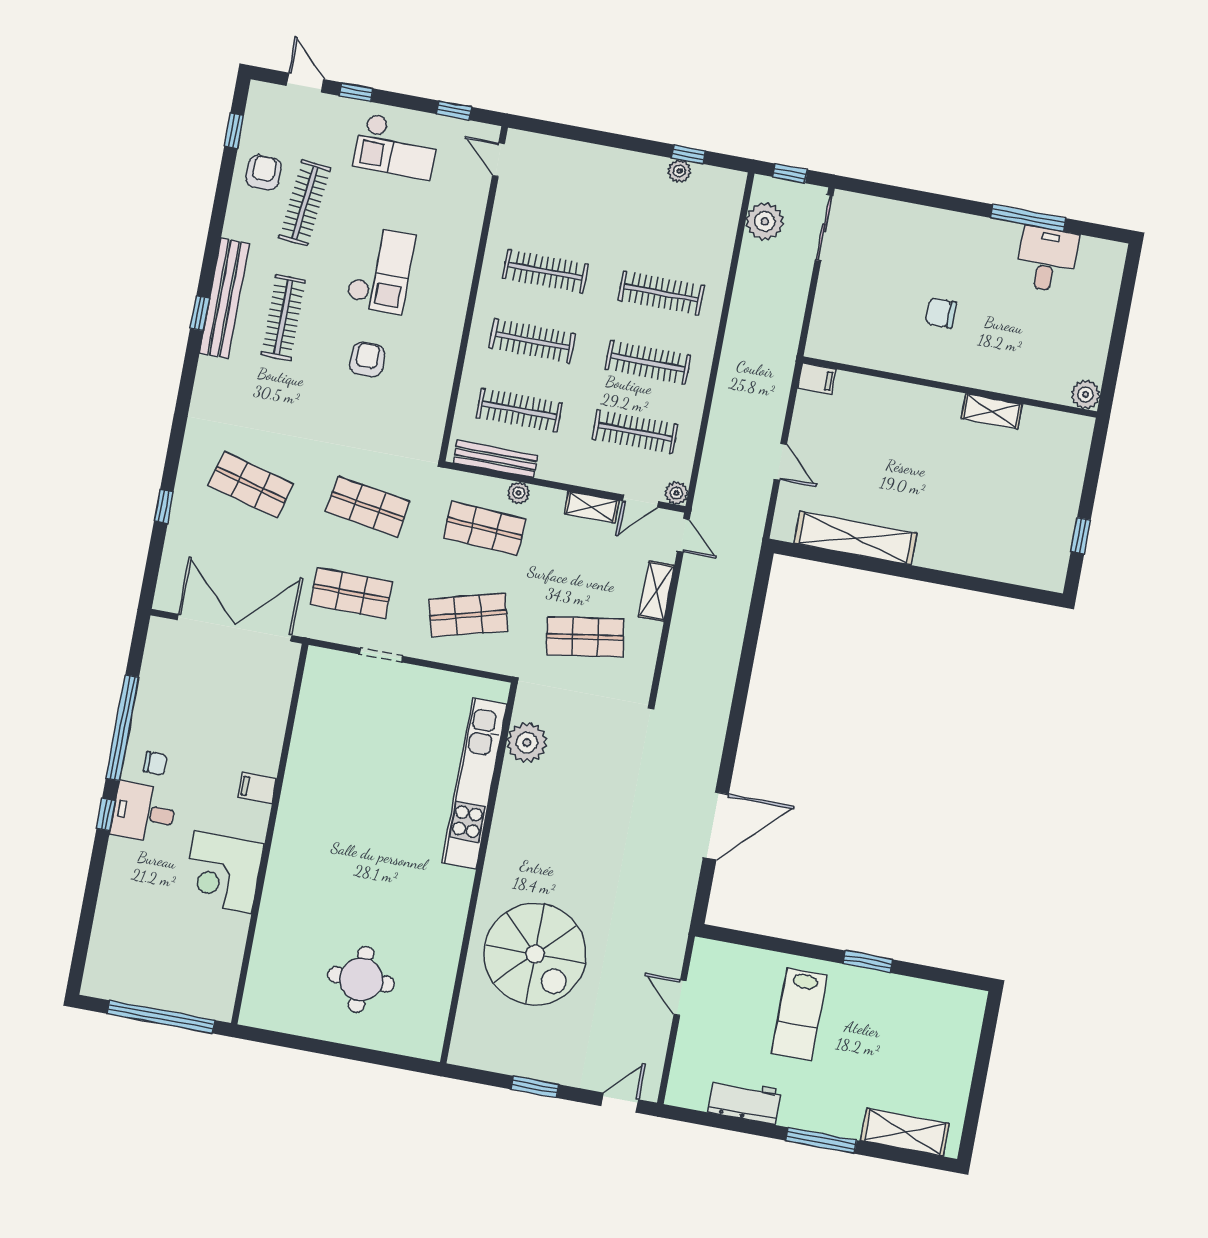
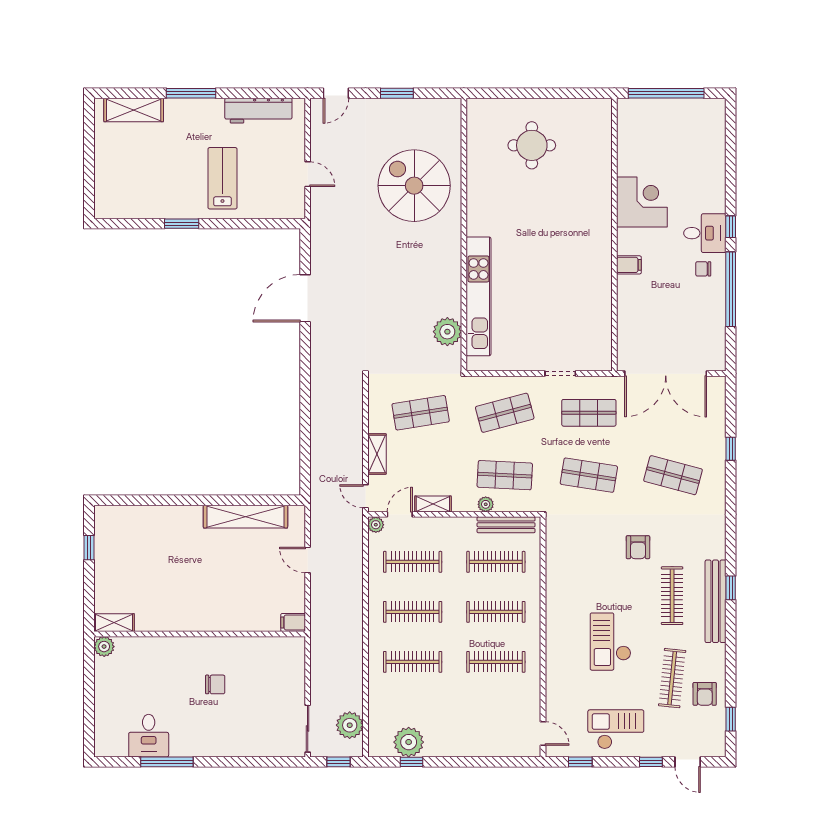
plant: (679, 171) -> (409, 742), width x1.88, depth x1.88
armchair: (367, 360) -> (638, 547), moved
shelving: (992, 411) -> (114, 623), moved
workbench: (745, 1101) -> (258, 111), width x1.37

